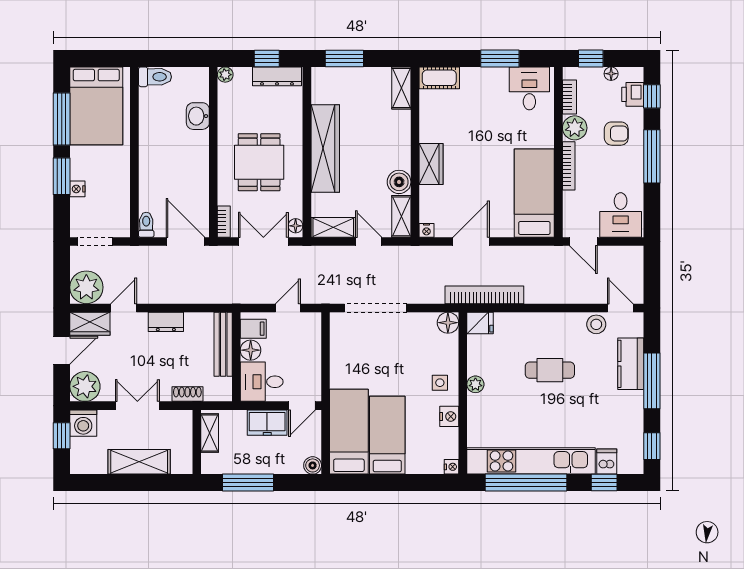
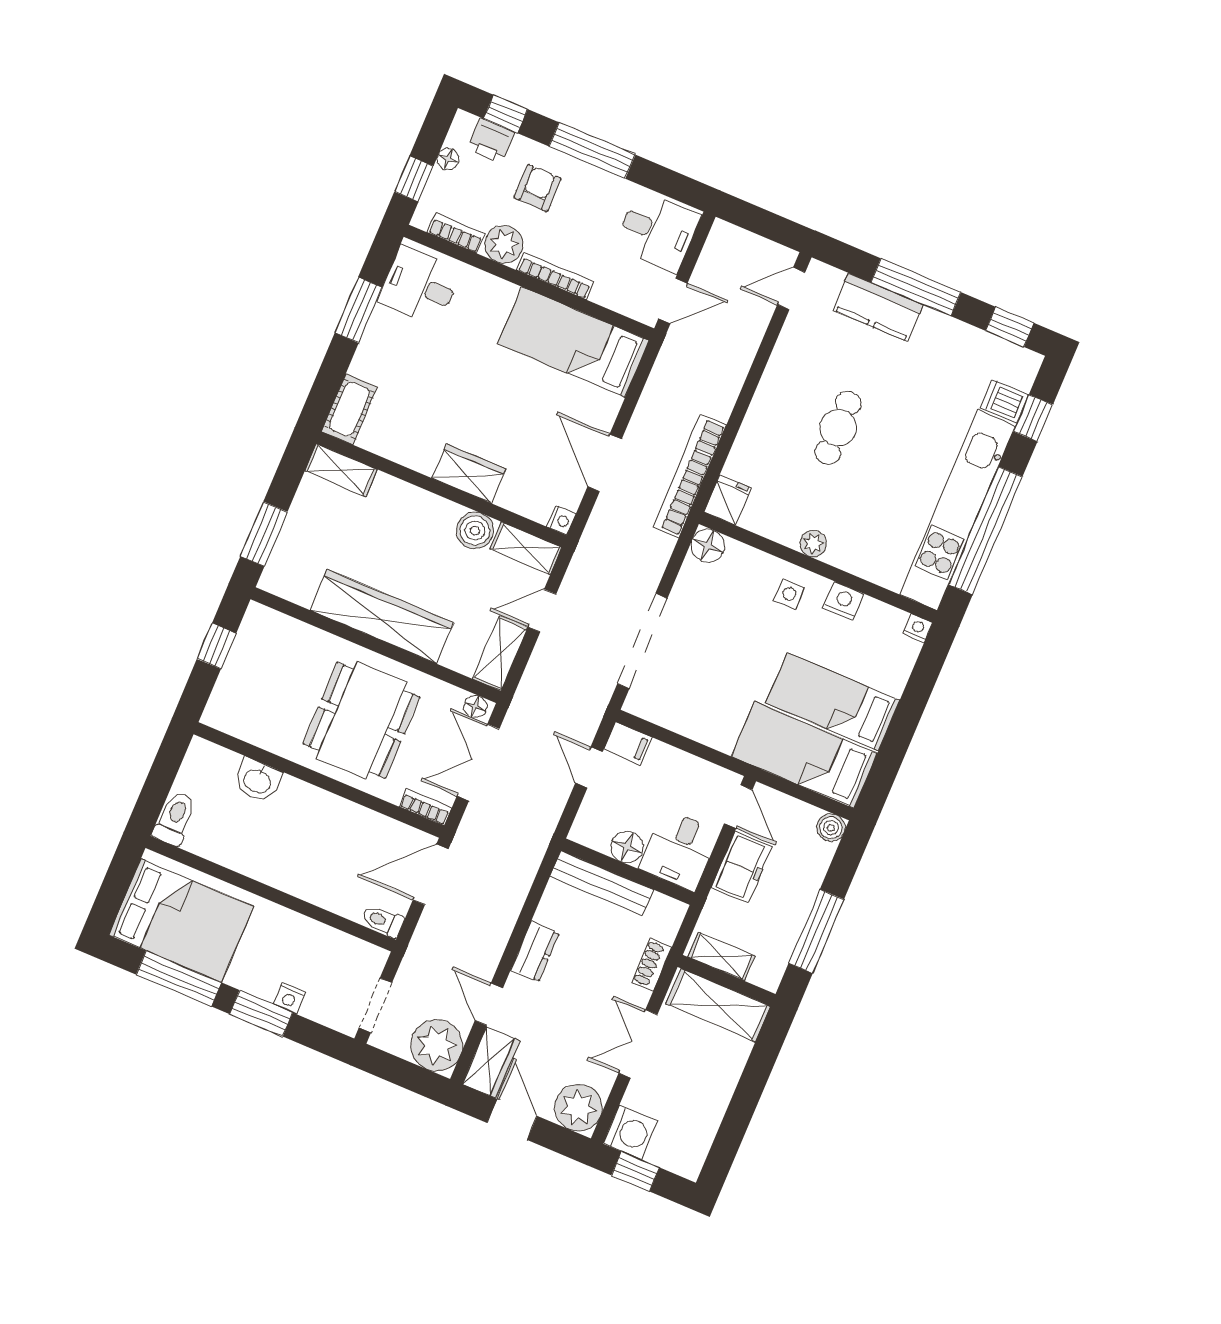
plant: (225, 75) -> (214, 716), removed
dresser: (277, 76) -> (249, 642), removed
dining table: (259, 162) -> (361, 720), width x1.38
stool: (596, 324) -> (800, 333), removed
filing cabinet: (253, 329) -> (628, 743), moved, turned 90
shelving: (139, 462) -> (718, 1005), moved, turned 90

